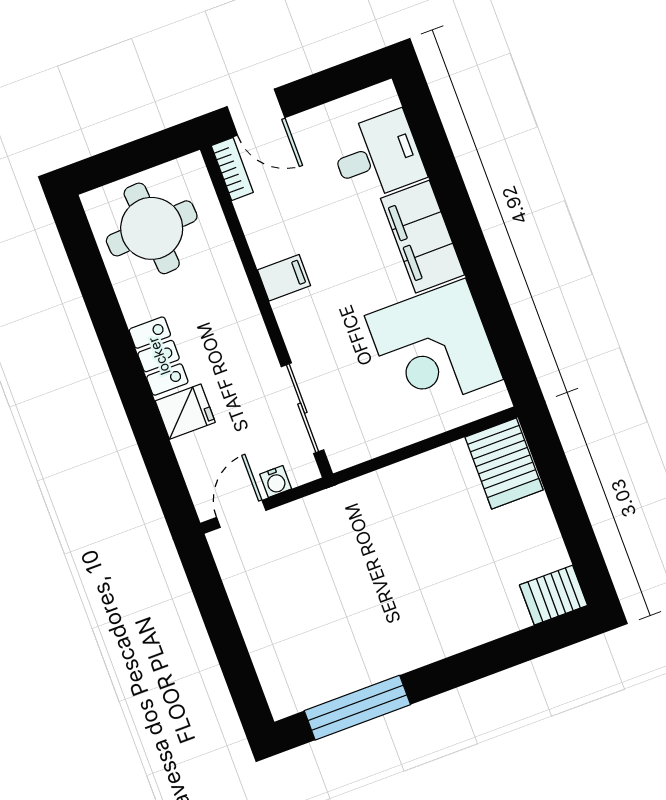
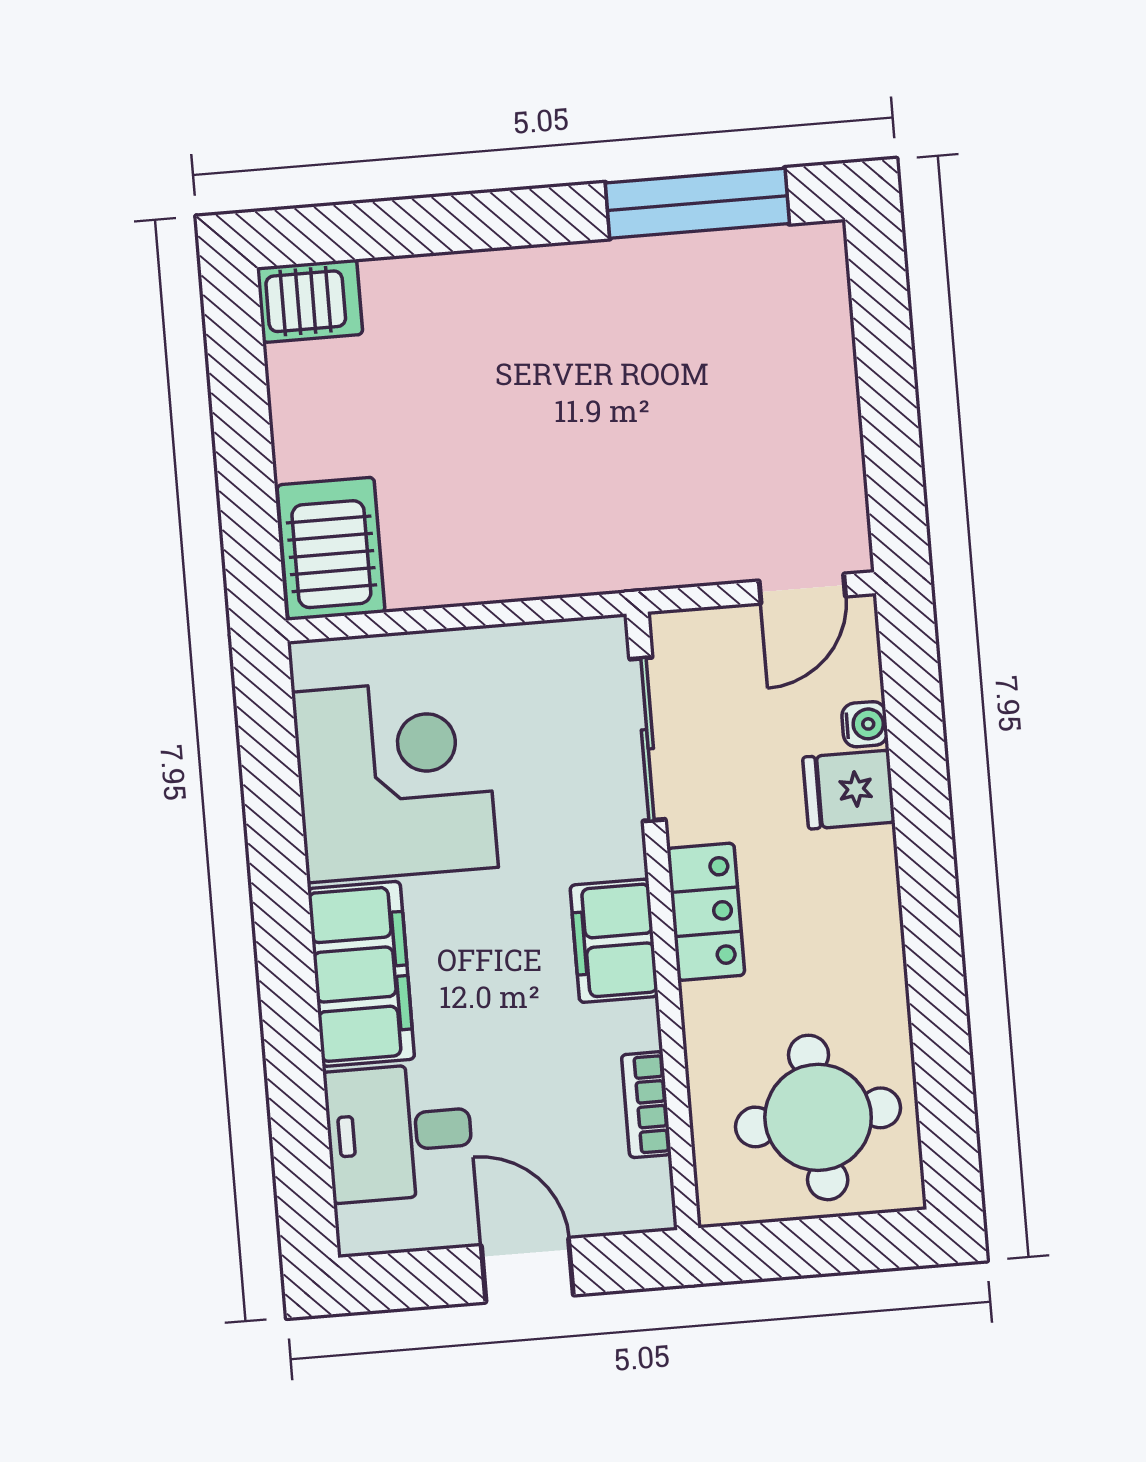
door: (256, 112) -> (527, 1270), moved
bookcase: (232, 169) -> (646, 1105), moved
filing cabinet: (284, 278) -> (614, 941), width x2.00
locker: (159, 356) -> (706, 912), moved, turned 180
water cooler: (276, 482) -> (865, 724), moved, turned 90

